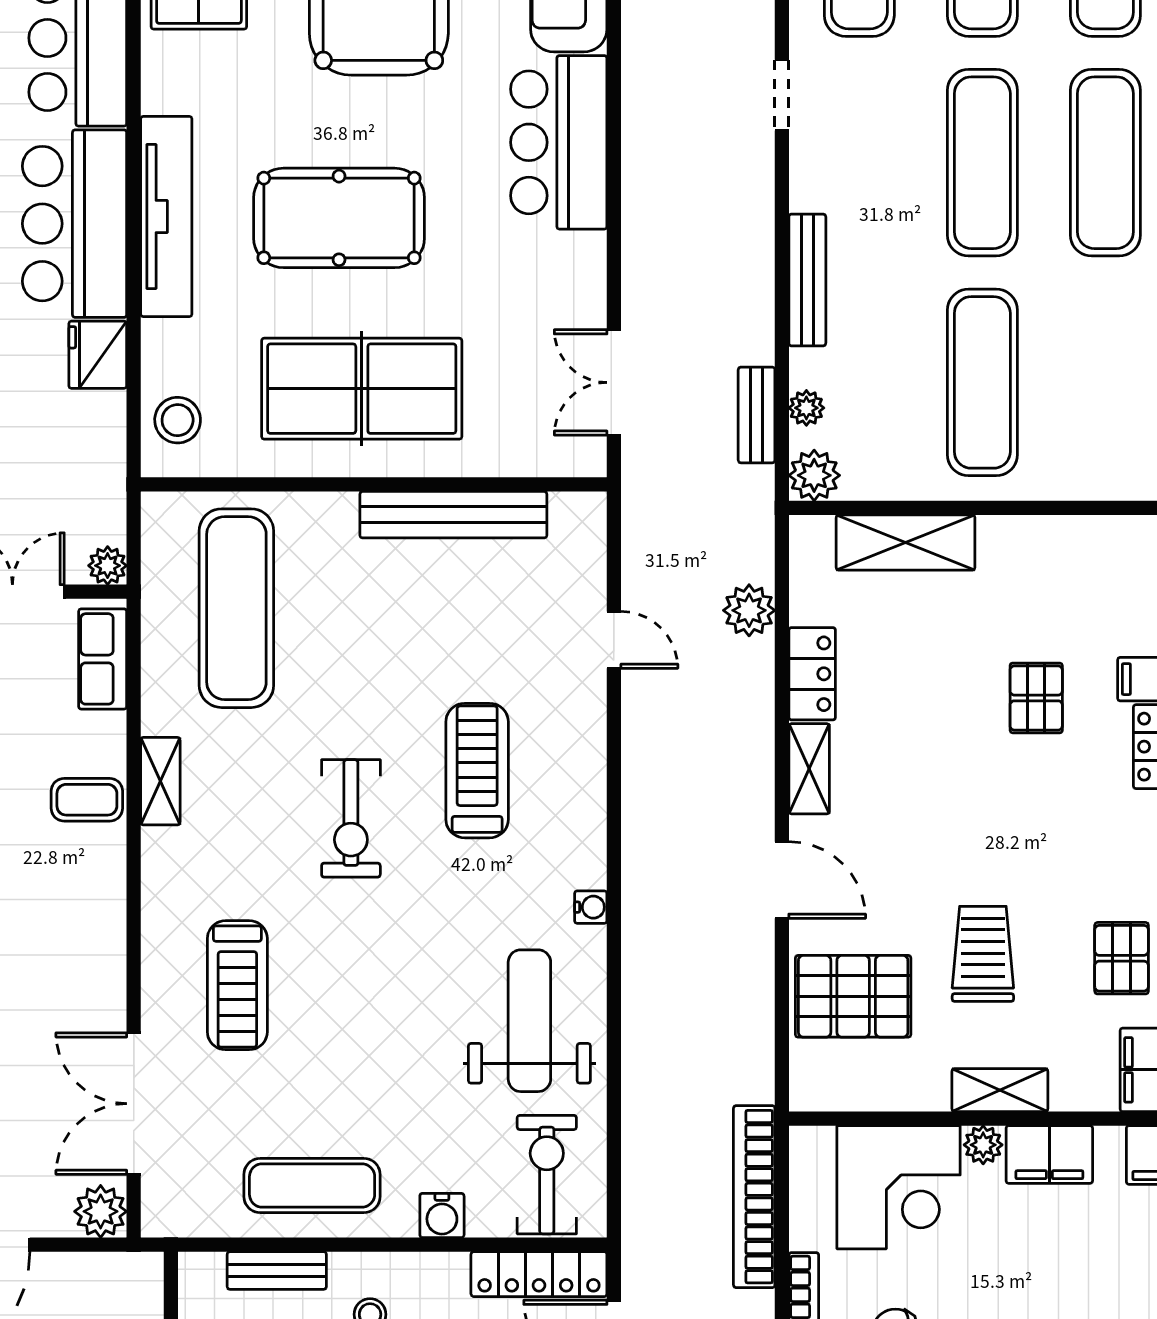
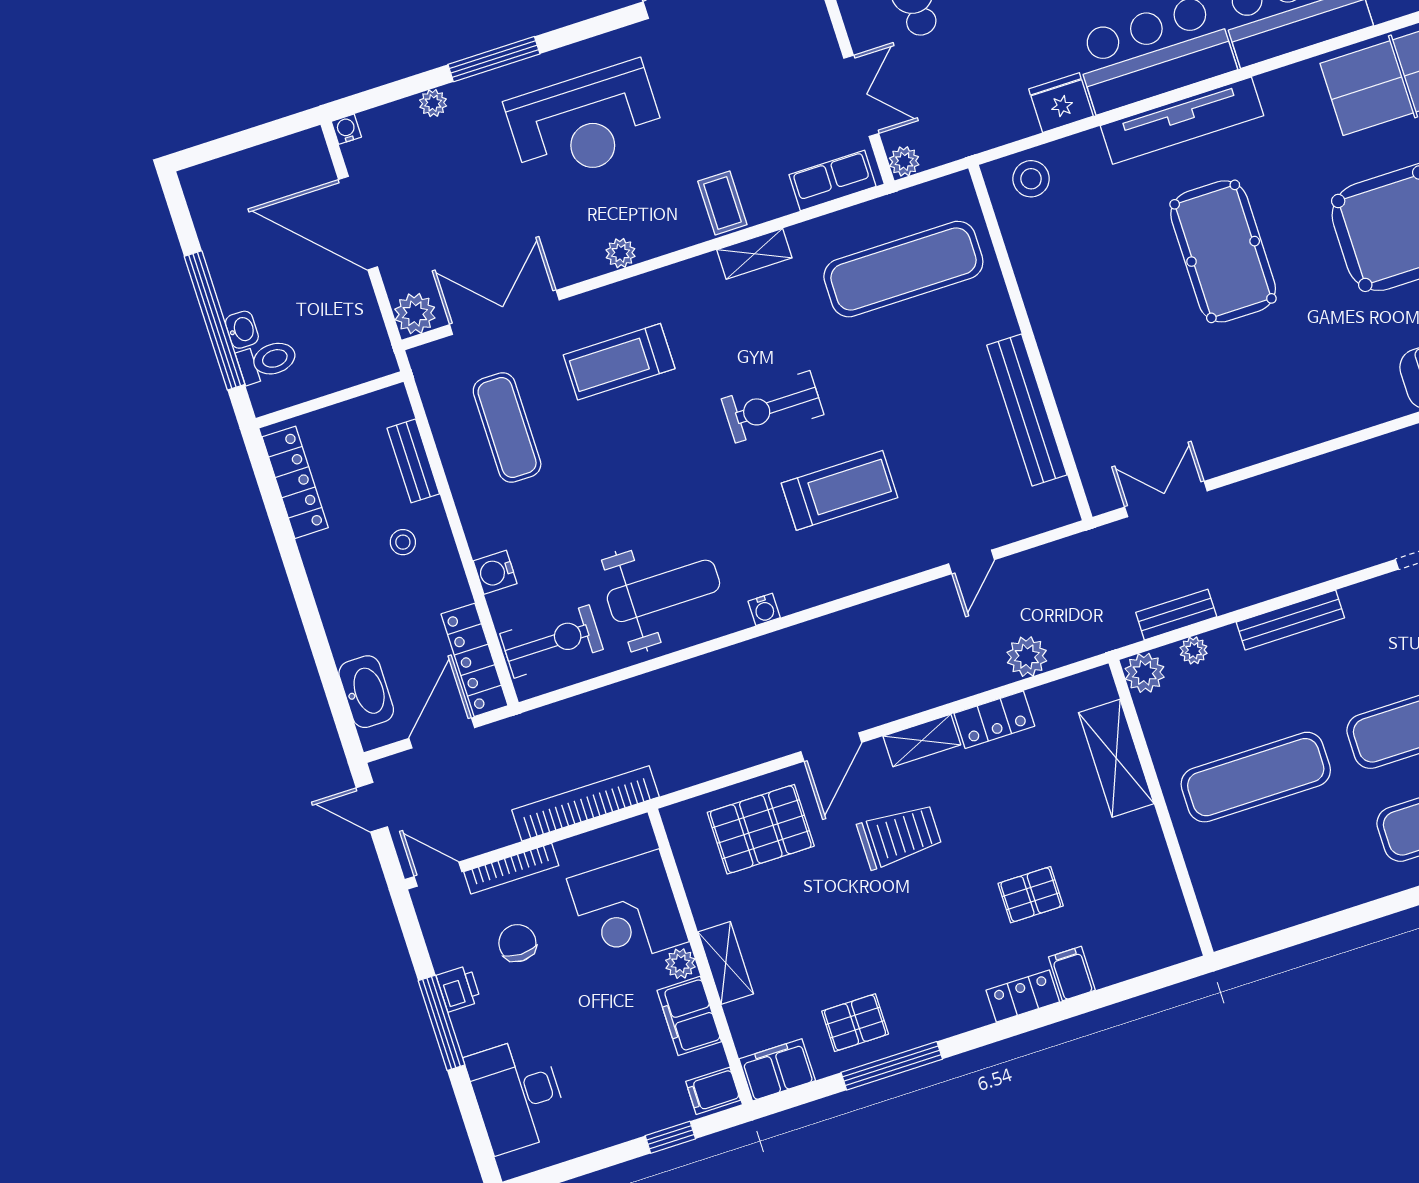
bar counter: (559, 142) -> (1334, 399), removed
table tennis table: (362, 389) -> (1100, 310), removed
plant: (108, 941) -> (621, 253), added
trolley: (983, 954) -> (899, 836), moved
pallet: (853, 996) -> (761, 829), turned 90
exercise mat: (312, 1186) -> (507, 428), moved

